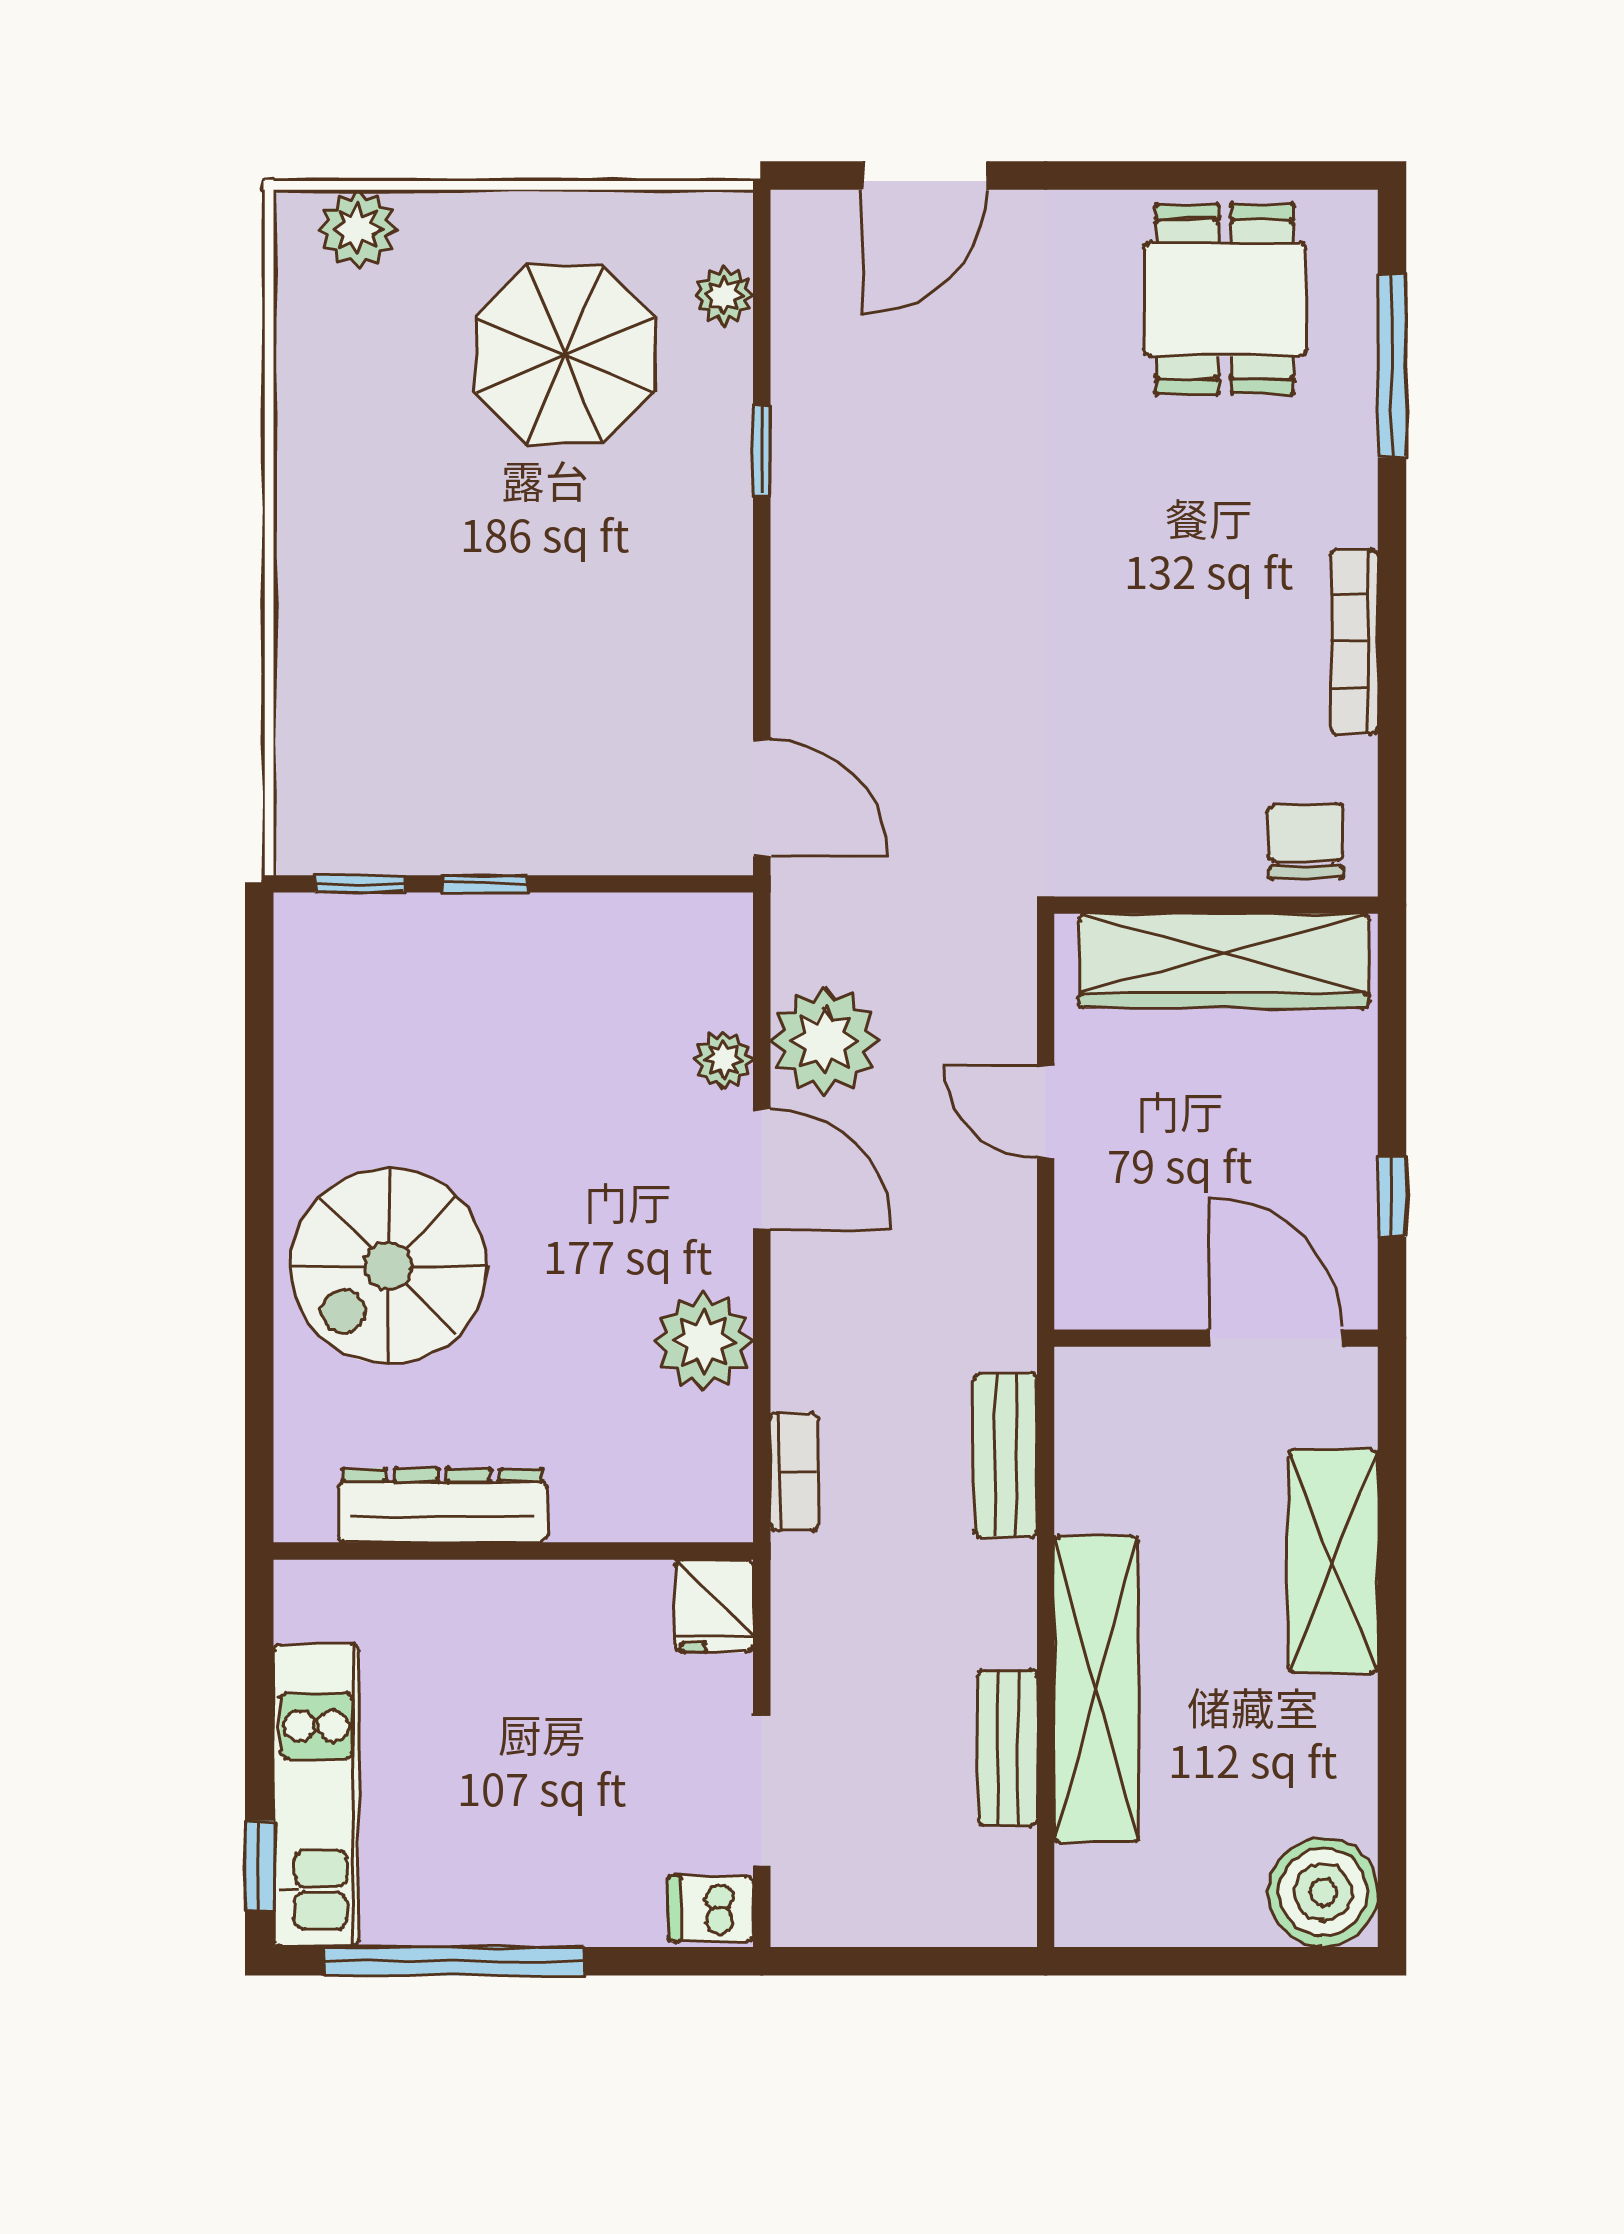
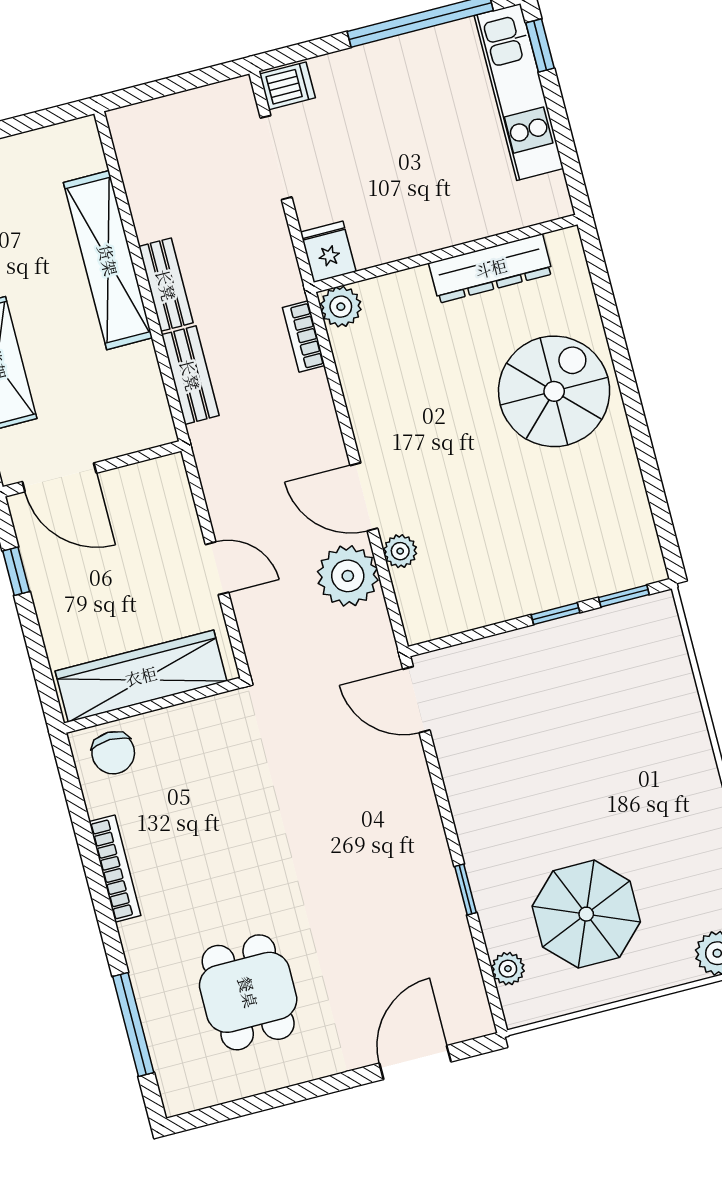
dining table: (1225, 299) -> (248, 992), moved
plant: (704, 1342) -> (341, 307), moved, width x0.73, depth x0.73
bench: (1007, 1748) -> (166, 285), moved

